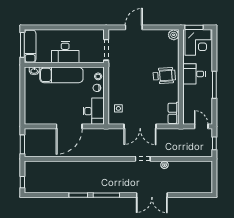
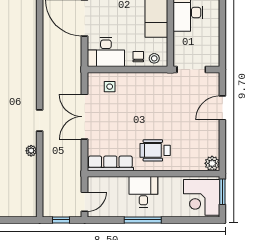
door: (134, 27) -> (222, 108), swing flipped
desk: (194, 74) -> (143, 192), moved
wheelchair: (164, 76) -> (155, 150), turned 94
row of seats: (174, 113) -> (110, 163), width x1.48

